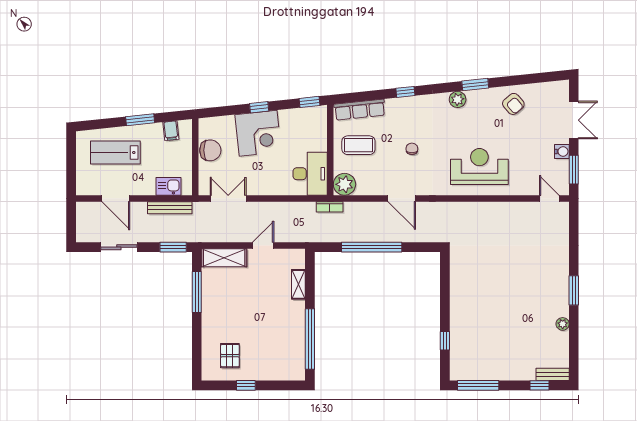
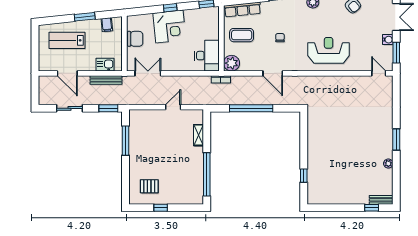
shelving: (224, 258) -> (145, 116), removed
pallet: (230, 356) -> (149, 186), turned 90
window: (478, 385) -> (328, 208), removed

